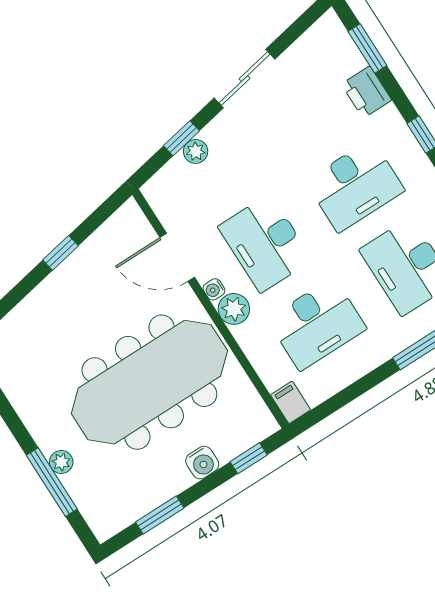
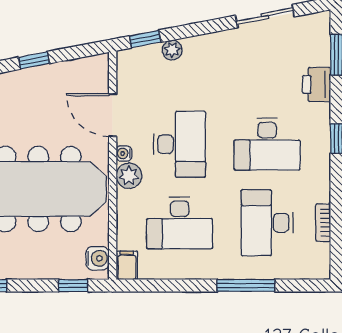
sliding door: (244, 79) -> (265, 16), moved
window: (182, 138) -> (145, 39), moved
desk: (265, 243) -> (180, 144), turned 180
water cooler: (202, 463) -> (97, 258), moved, turned -90

